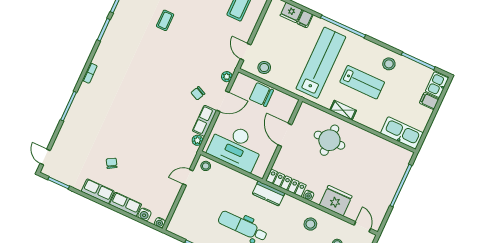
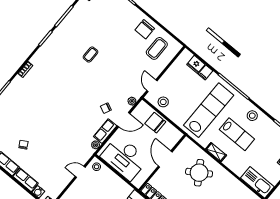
coffee table: (165, 20) -> (91, 55), moved
stool: (389, 64) -> (252, 116), moved
round table: (329, 140) -> (199, 173), turned -33

